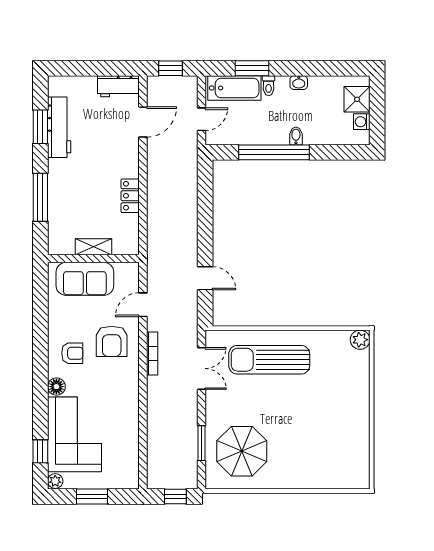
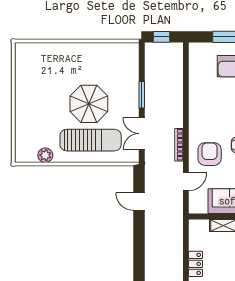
plant: (360, 340) -> (45, 155), moved
window: (201, 443) -> (142, 95), moved
parasol: (242, 451) -> (89, 104), moved

